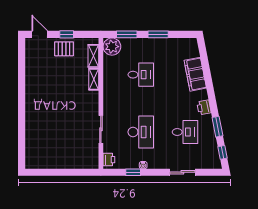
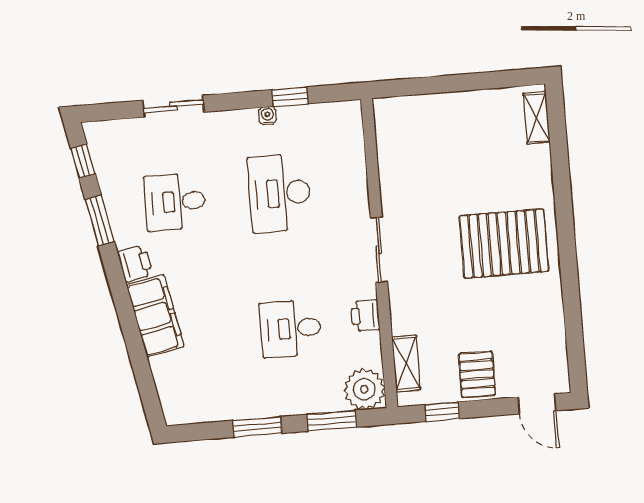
window: (67, 34) -> (442, 412), moved
pallet: (64, 49) -> (477, 374), turned 90
filing cabinet: (195, 74) -> (155, 316), moved
shelving: (94, 79) -> (537, 118), moved
pallet: (48, 103) -> (504, 243), added
sliding door: (101, 129) -> (379, 250), moved
printer: (109, 160) -> (365, 316), moved

